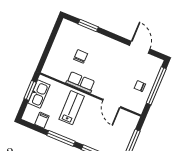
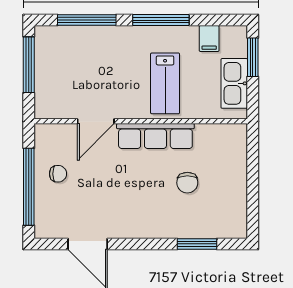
row of seats: (81, 82) -> (155, 136), width x1.48
window: (30, 90) -> (253, 57), moved
door: (112, 103) -> (96, 121), swing flipped

